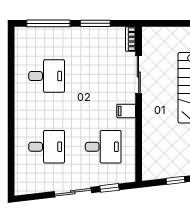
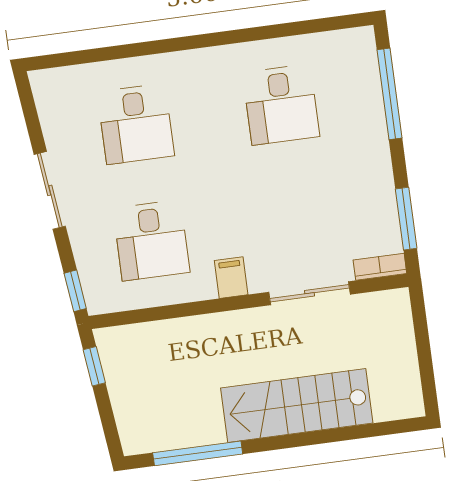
window: (95, 23) -> (406, 219), moved
window: (176, 180) -> (94, 366), moved
window: (110, 188) -> (75, 291), moved

